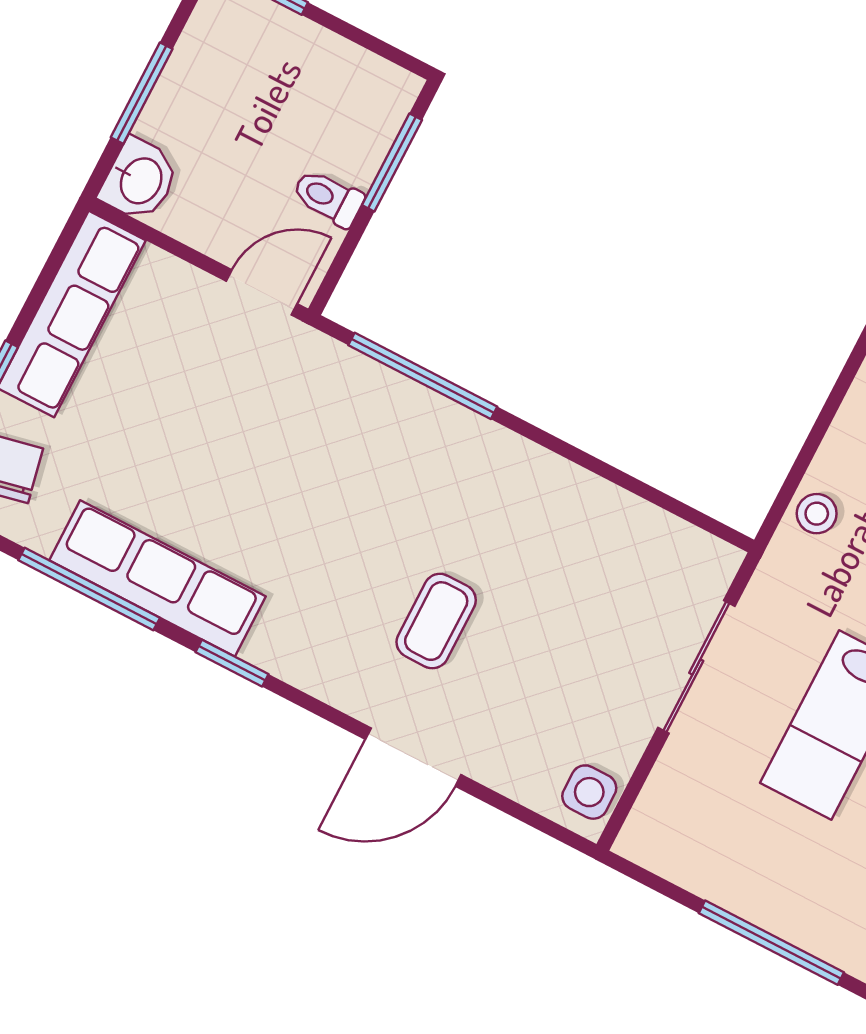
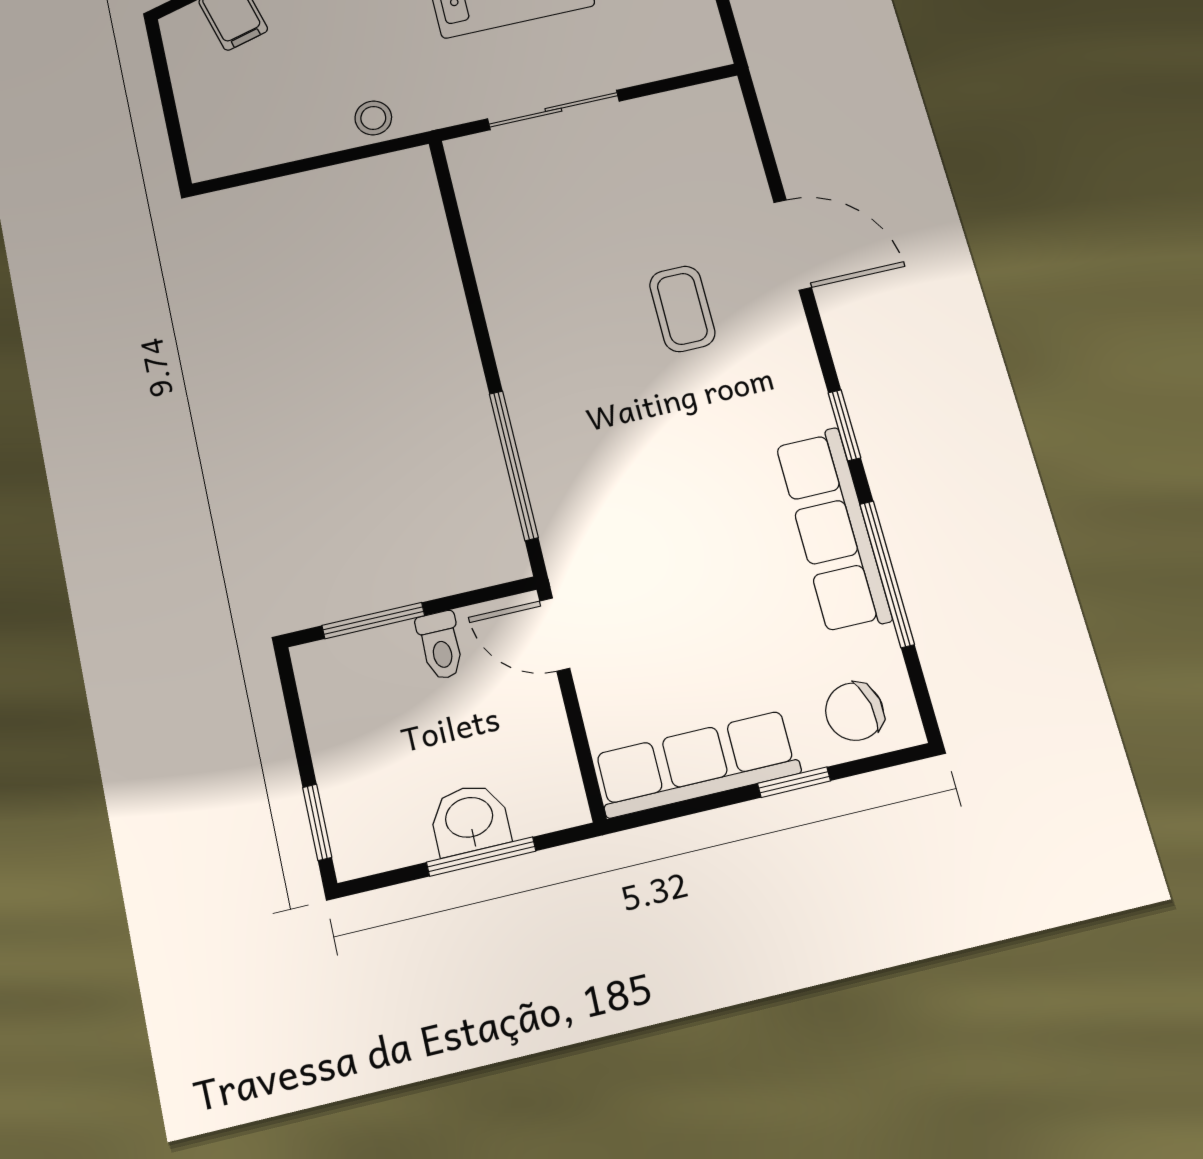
washbasin: (139, 180) -> (470, 819), moved
coffee table: (436, 621) -> (682, 309), turned 90
side table: (589, 792) -> (706, 109), removed

